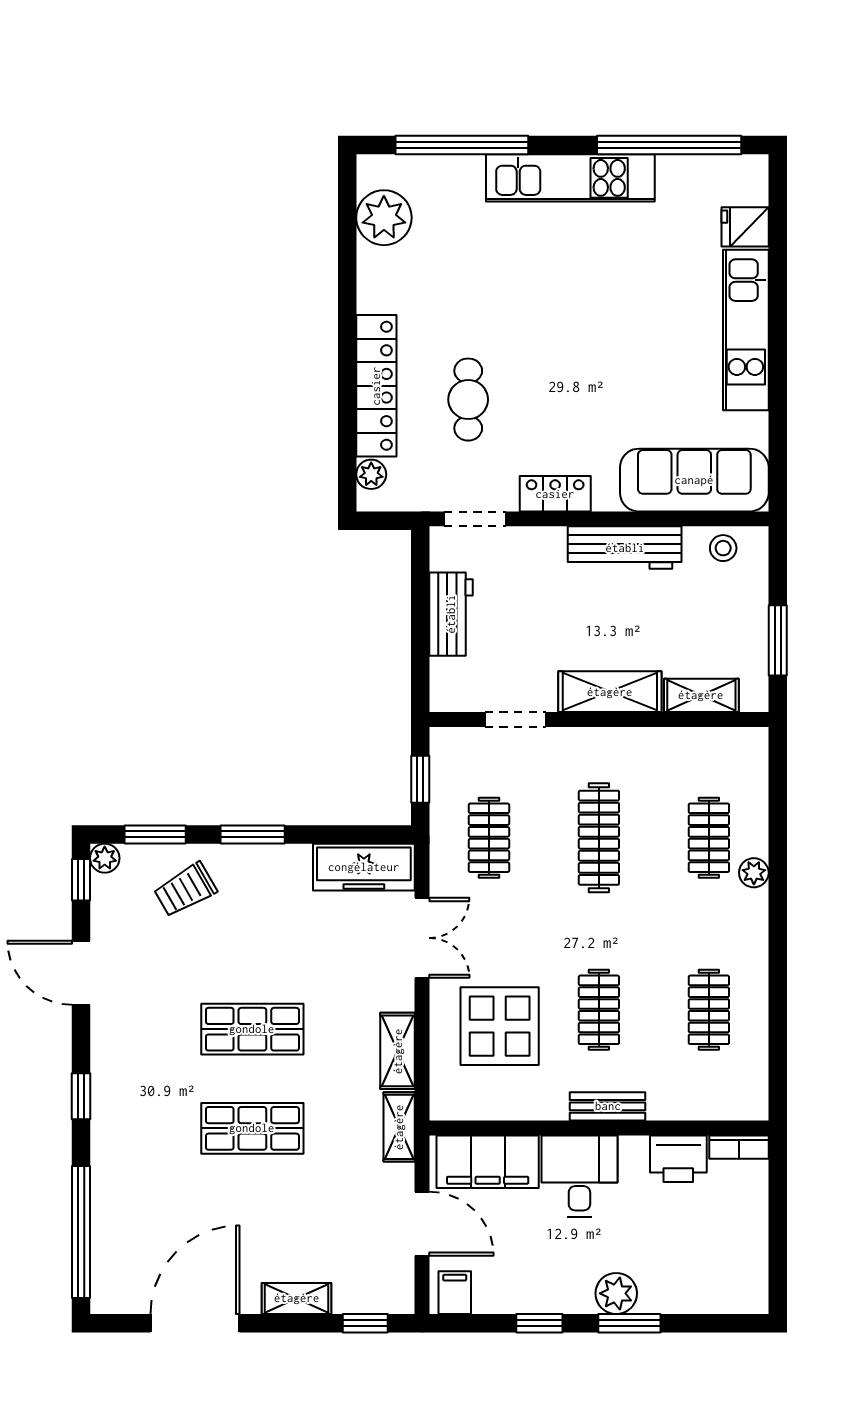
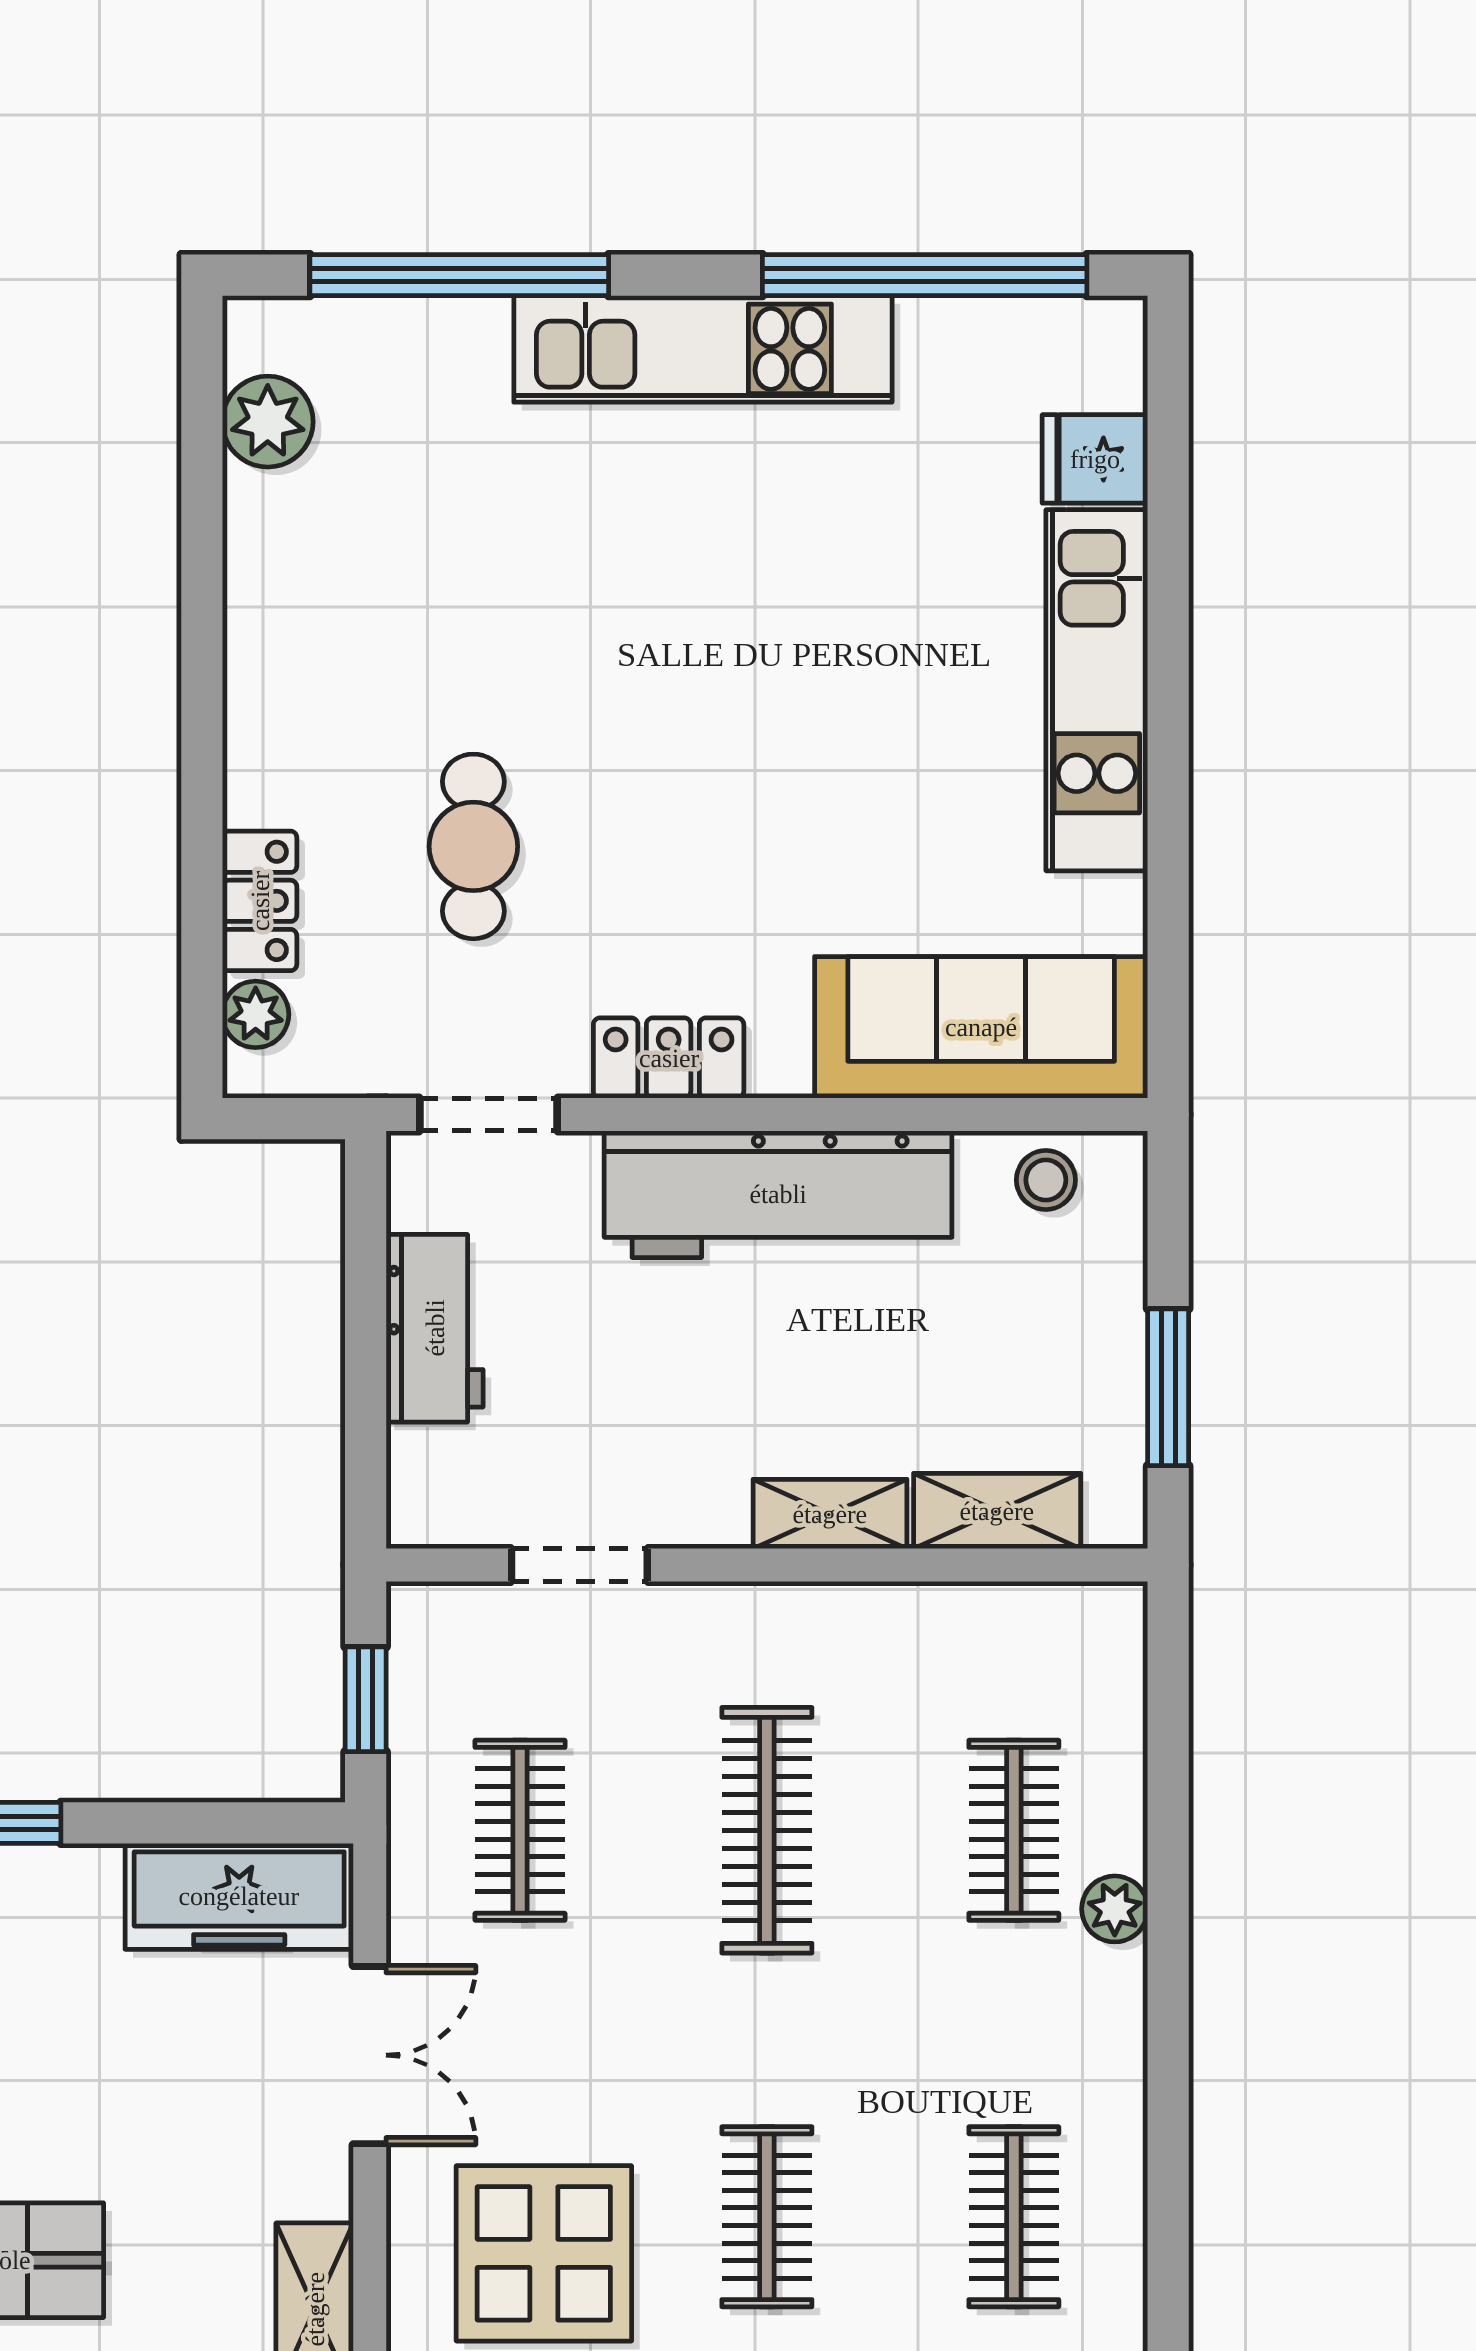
plant: (384, 218) -> (268, 422), width x0.73, depth x0.73
locker: (376, 386) -> (260, 901), width x0.46, depth x0.83
workbench: (625, 548) -> (778, 1194), width x1.36, depth x1.32
shelving: (610, 692) -> (830, 1514), width x0.67, depth x0.75

